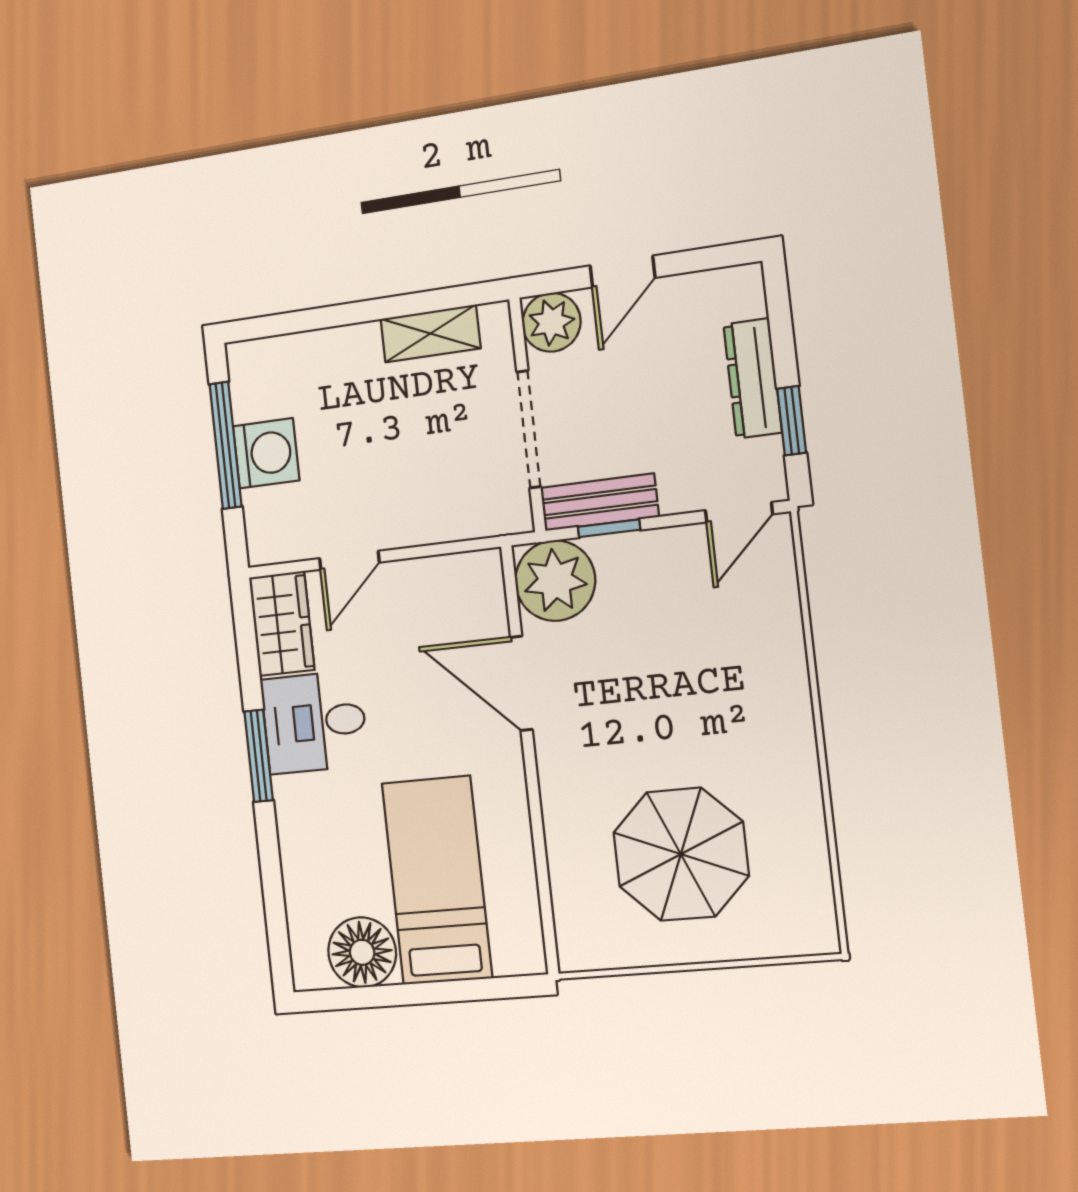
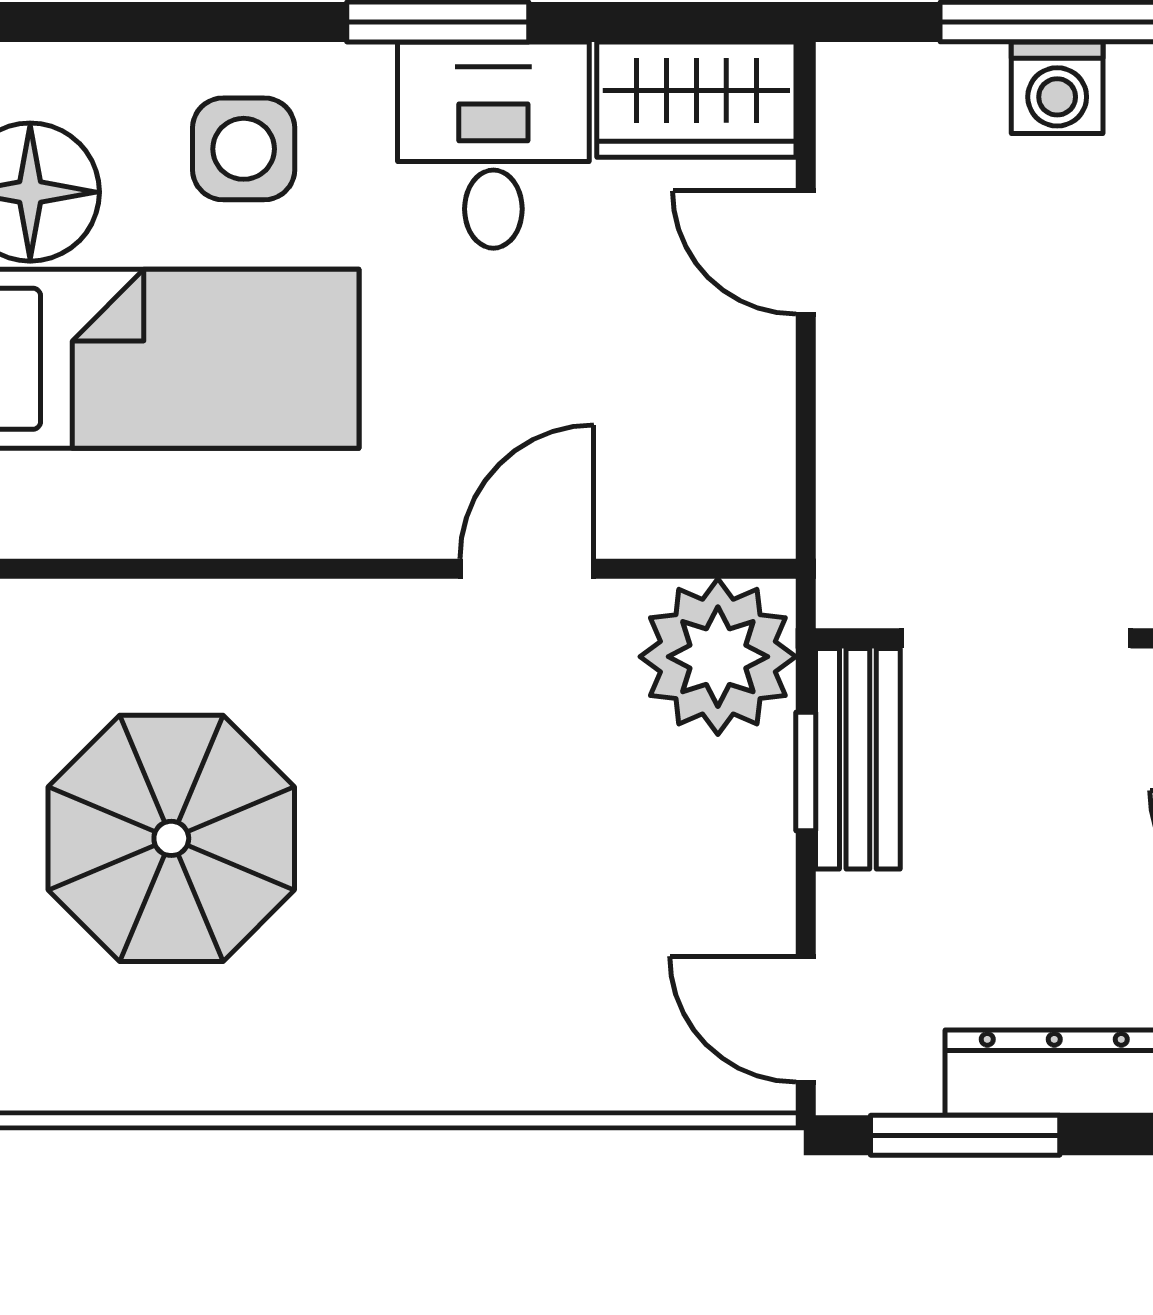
window: (792, 421) -> (965, 1135), width x1.50
washing machine: (266, 453) -> (1057, 88), width x0.73, depth x0.73
door: (521, 683) -> (527, 569), width x0.73
side table: (330, 847) -> (244, 149), added

